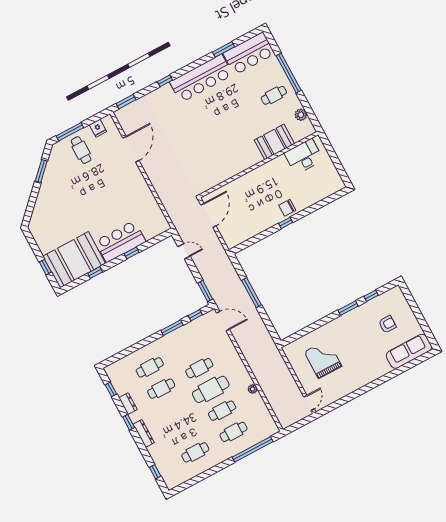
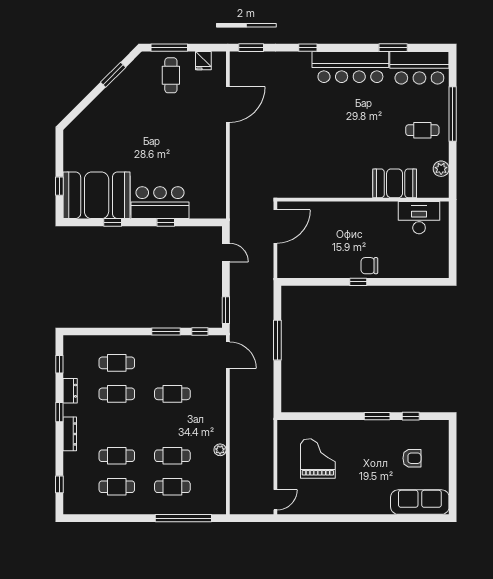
cafe table: (211, 389) -> (117, 456), moved, width x0.73, depth x0.74

